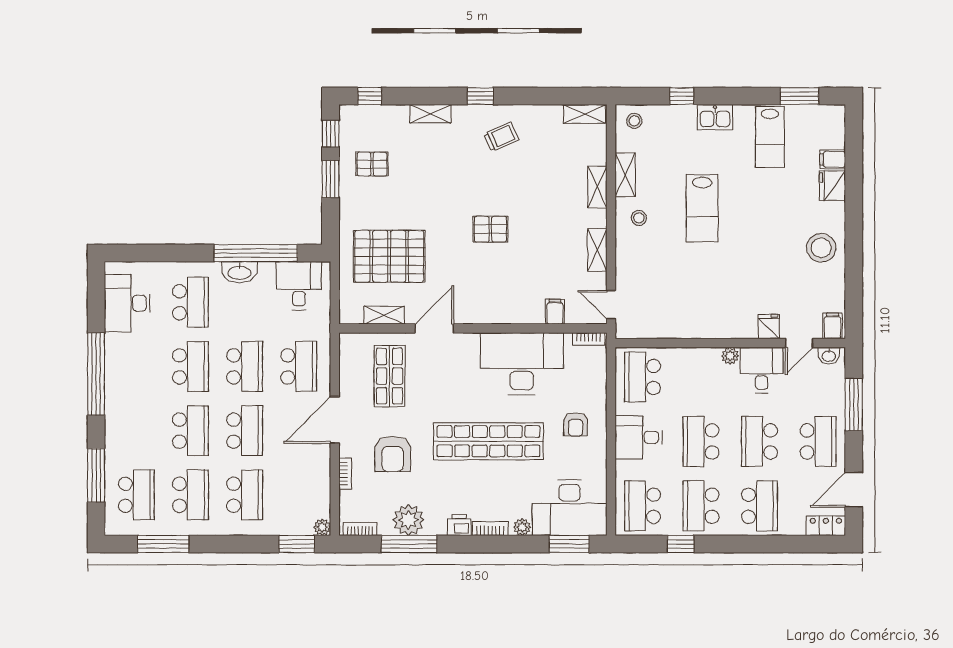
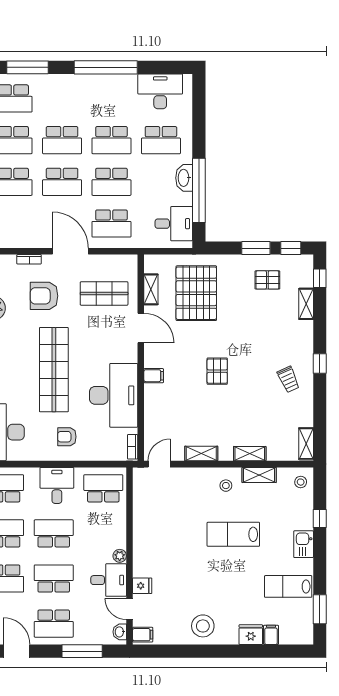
shelving: (430, 114) -> (306, 304), moved
pallet: (372, 164) -> (267, 280), turned 90
filing cabinet: (555, 312) -> (154, 376), moved

